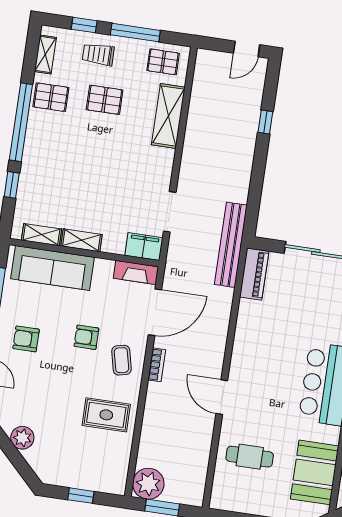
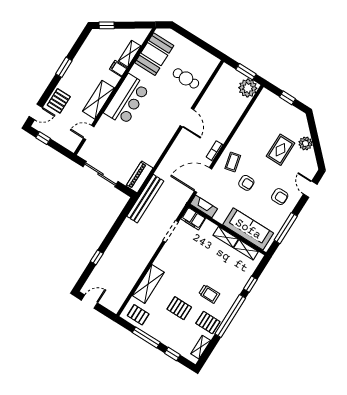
trolley: (98, 54) -> (209, 294), moved
rug: (106, 415) -> (280, 150), moved, turned 90

